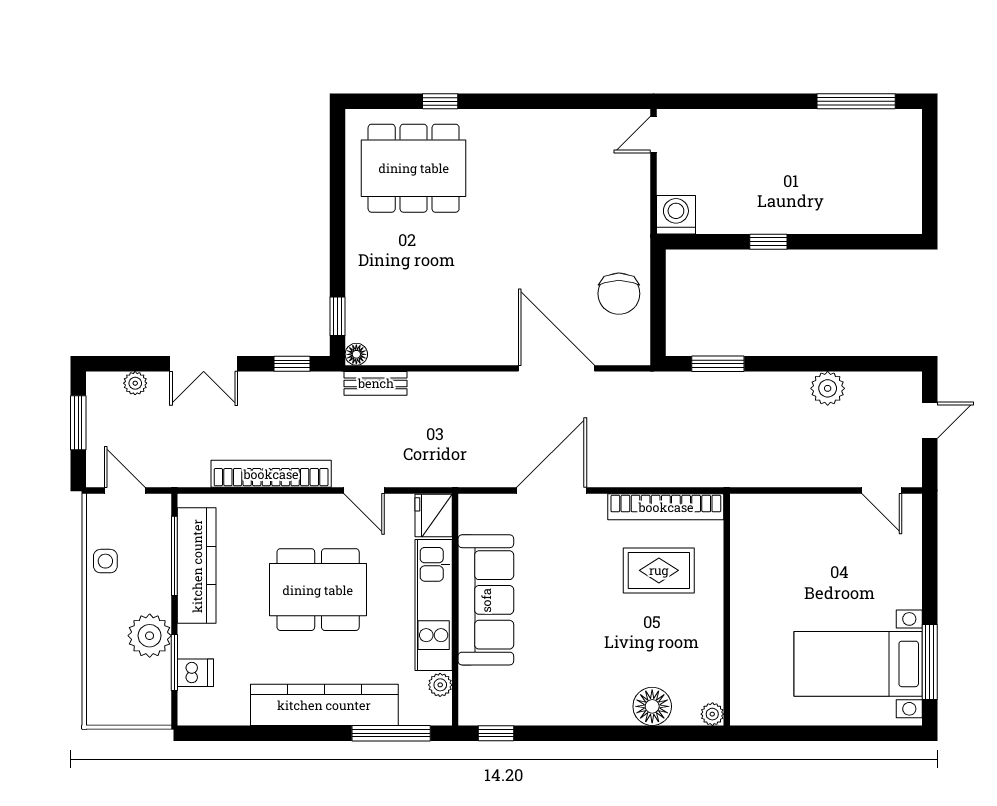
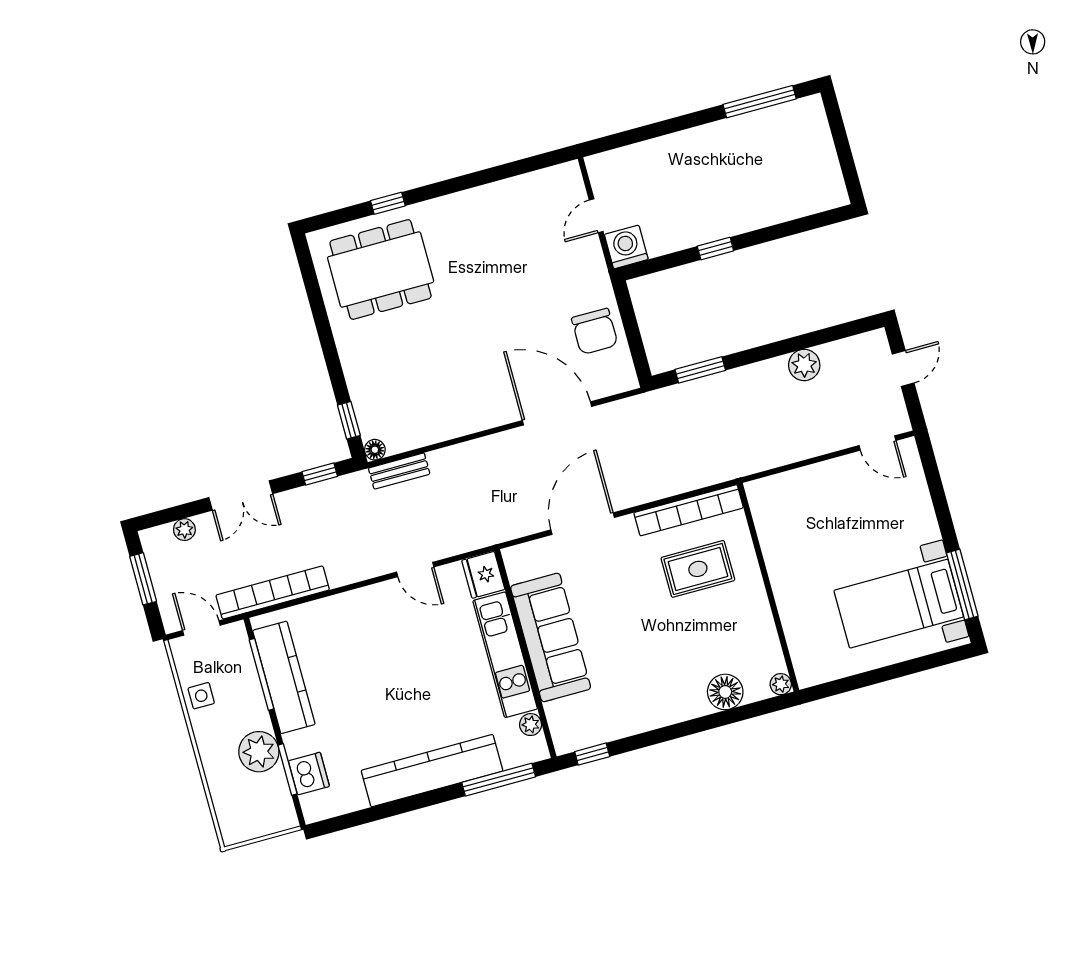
door: (654, 135) -> (596, 216), moved
bookcase: (271, 474) -> (273, 592), moved
dining table: (318, 590) -> (398, 669), removed
dishwasher: (195, 673) -> (309, 774), width x1.38

